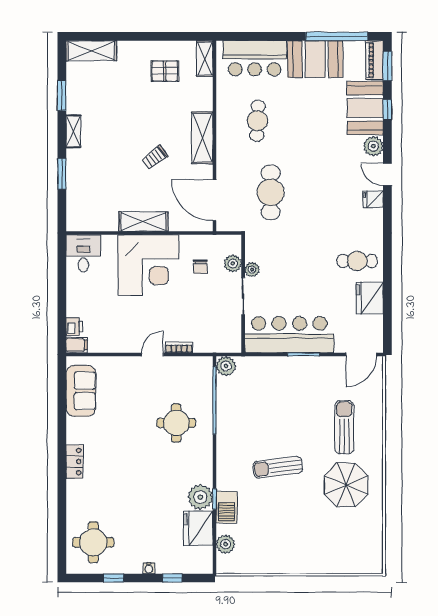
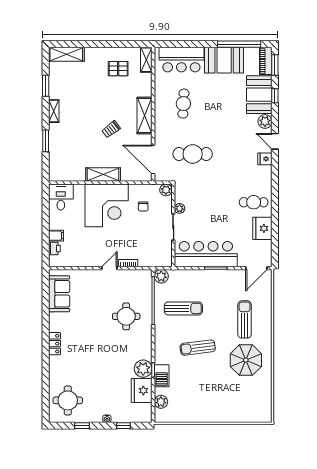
cafe table: (271, 192) -> (193, 154), turned 90
plant: (233, 263) -> (166, 190), moved
filing cabinet: (77, 345) -> (56, 236), moved
sun lounger: (257, 412) -> (183, 308), added

